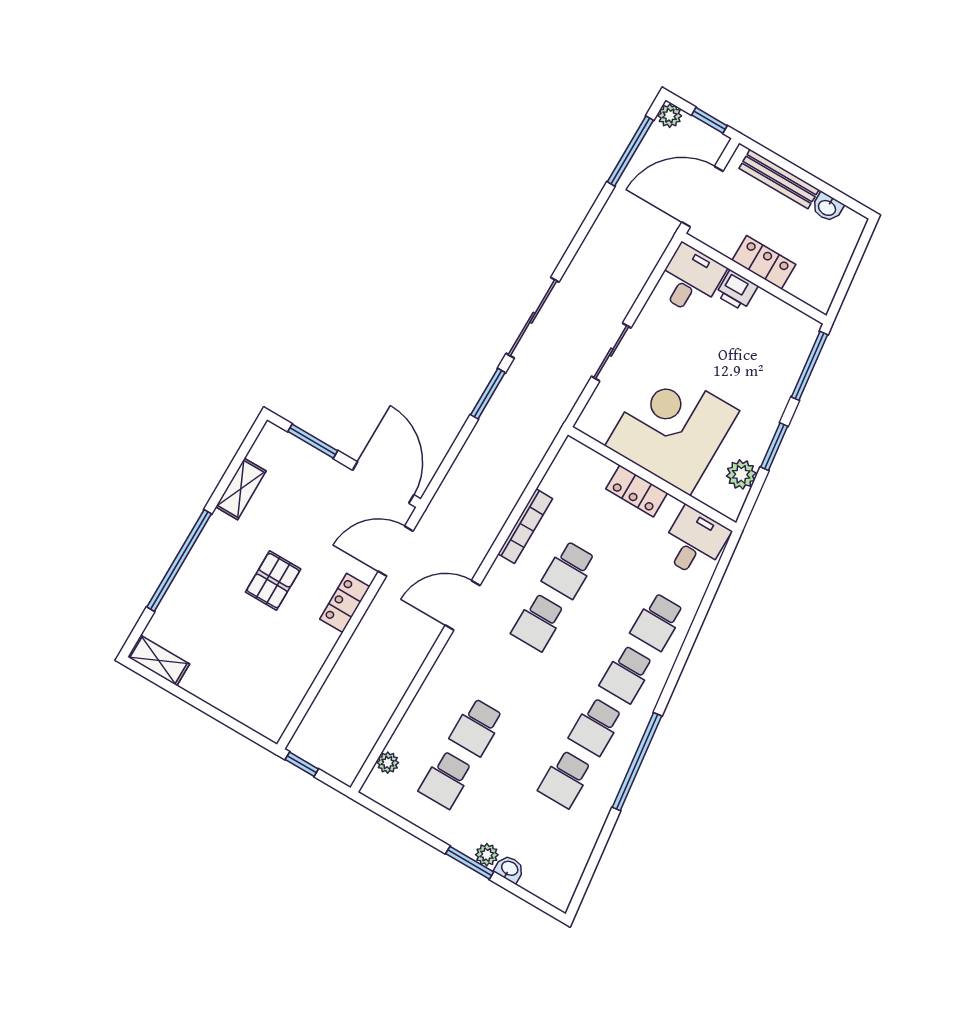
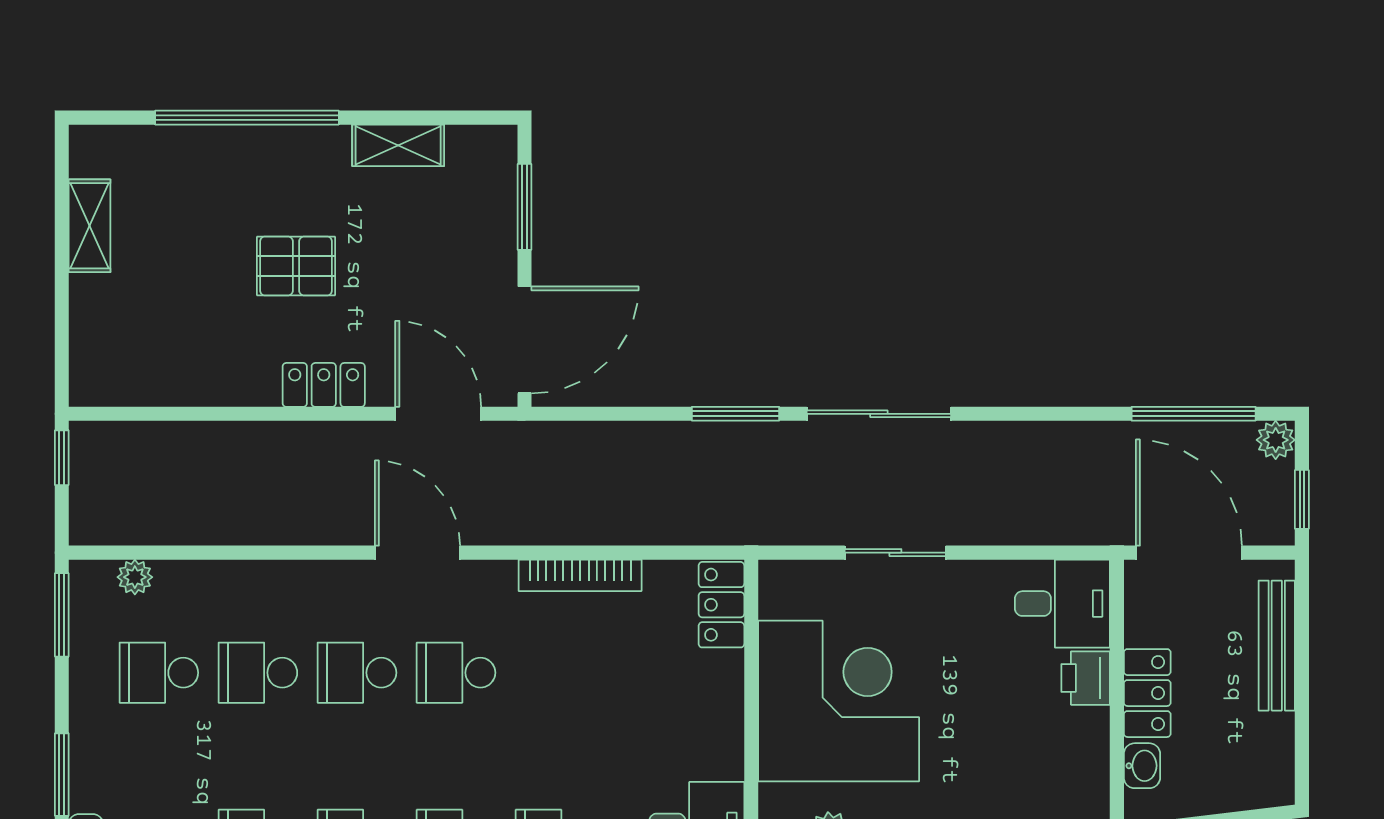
washbasin: (827, 207) -> (1142, 766), moved, turned 180
locker: (637, 491) -> (721, 605), moved
school desk: (569, 570) -> (357, 673), moved
shelving: (159, 660) -> (90, 226), moved
window: (385, 813) -> (62, 615), added
plant: (487, 855) -> (87, 792), removed

